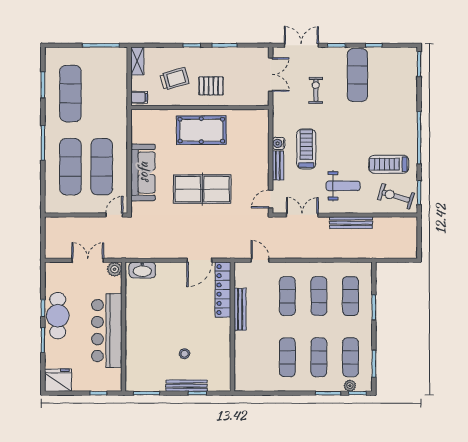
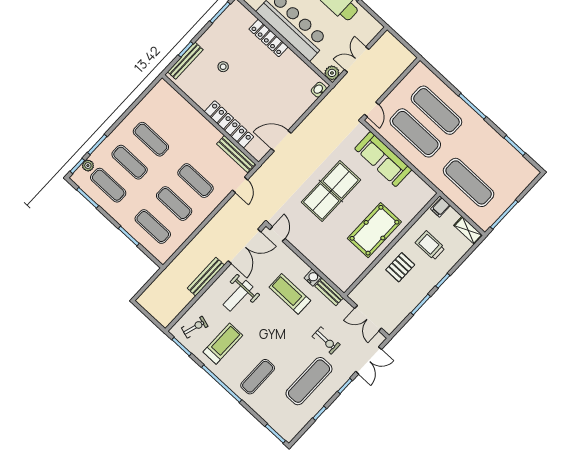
exercise mat: (357, 75) -> (309, 381), turned 90
trolley: (174, 79) -> (430, 245), turned 106
exercise mat: (70, 94) -> (469, 182), moved
exercise mat: (389, 116) -> (258, 377), added
treadmill: (306, 149) -> (290, 294), turned 180
bench: (278, 165) -> (329, 292), moved
exercise bike: (396, 196) -> (195, 327), width x0.73, depth x0.72
double door: (302, 215) -> (244, 246), width x1.37
double door: (88, 260) -> (357, 60), swing flipped
door: (199, 260) -> (281, 141), hinge flipped
door: (260, 260) -> (240, 185), hinge flipped
washbasin: (142, 270) -> (319, 90), width x0.52, depth x0.69
locker: (223, 290) -> (229, 124), moved
bench: (240, 309) -> (236, 154), moved
locker: (132, 340) -> (269, 38), added
bench: (186, 386) -> (185, 61), moved

